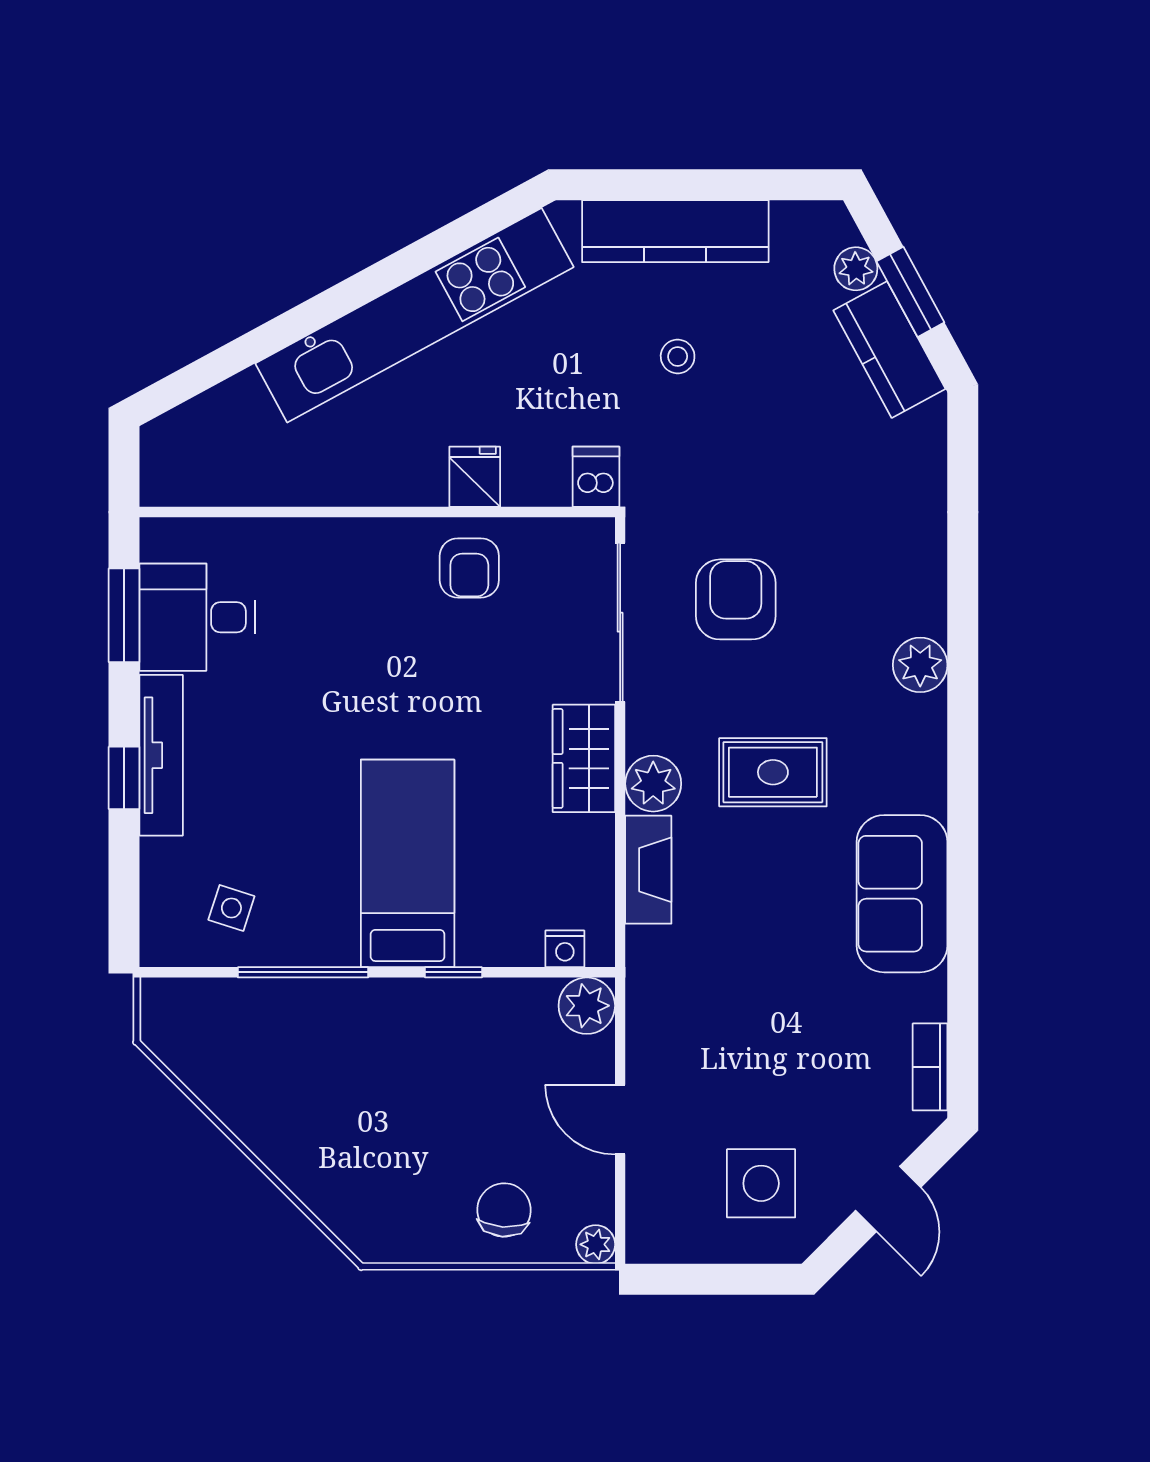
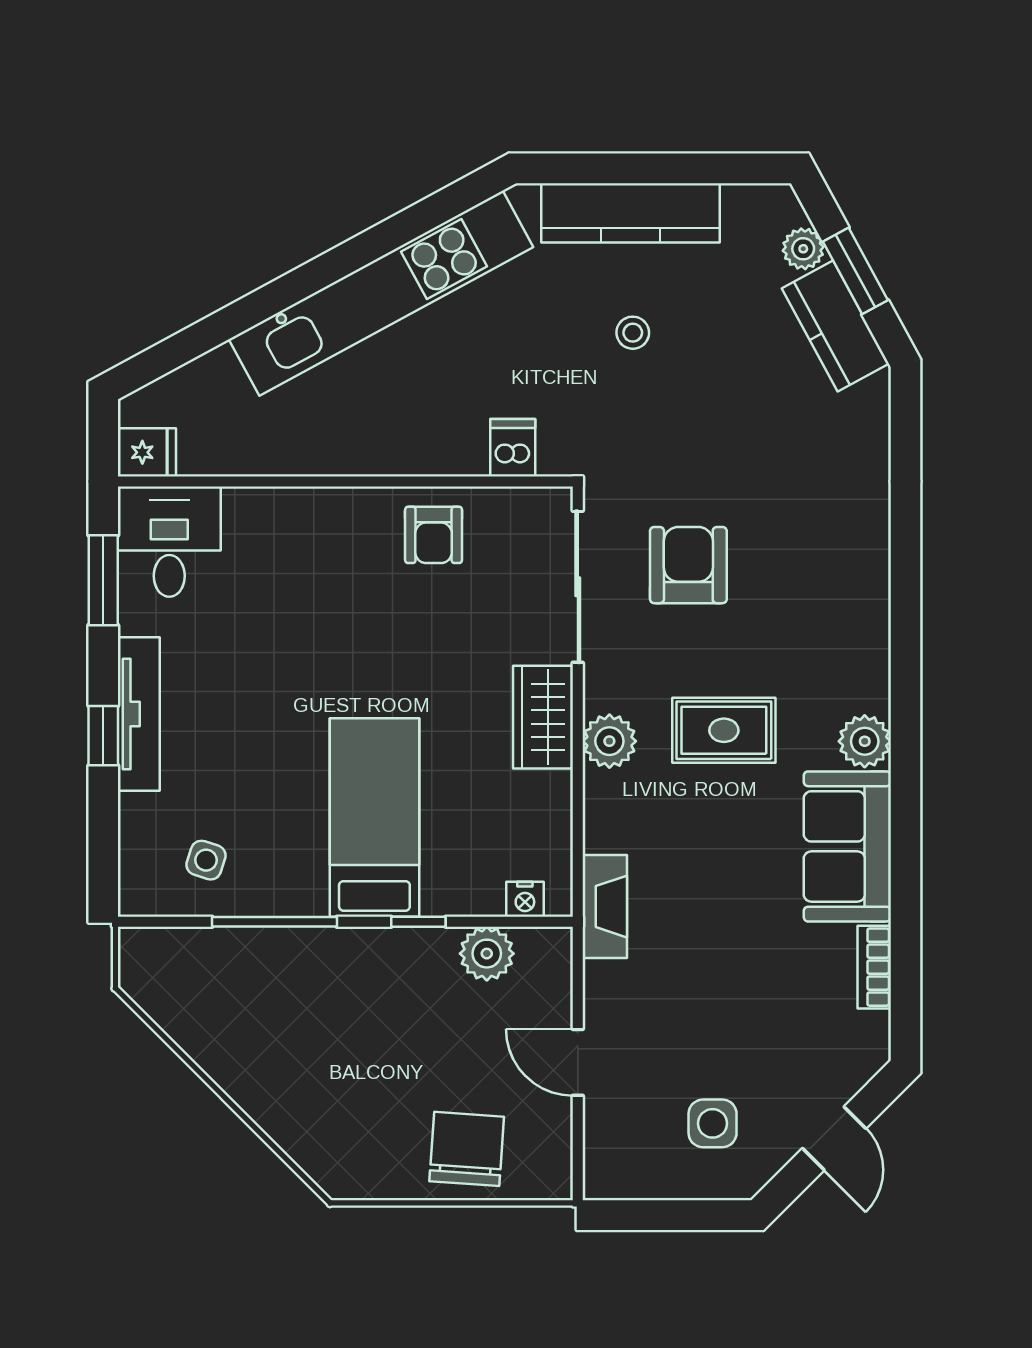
fridge: (475, 477) -> (147, 452), moved, turned 90
dishwasher: (596, 477) -> (513, 448), moved
desk: (197, 617) -> (169, 542), moved, turned 90
plant: (920, 665) -> (865, 741), moved
fireplace: (648, 870) -> (605, 907), moved
plant: (587, 1006) -> (487, 954), moved
bookcase: (930, 1067) -> (874, 967), moved
side table: (761, 1183) -> (713, 1123), width x0.73, depth x0.73
chair: (504, 1210) -> (467, 1149), width x1.37, depth x1.37
plant: (596, 1244) -> (554, 1182), removed

